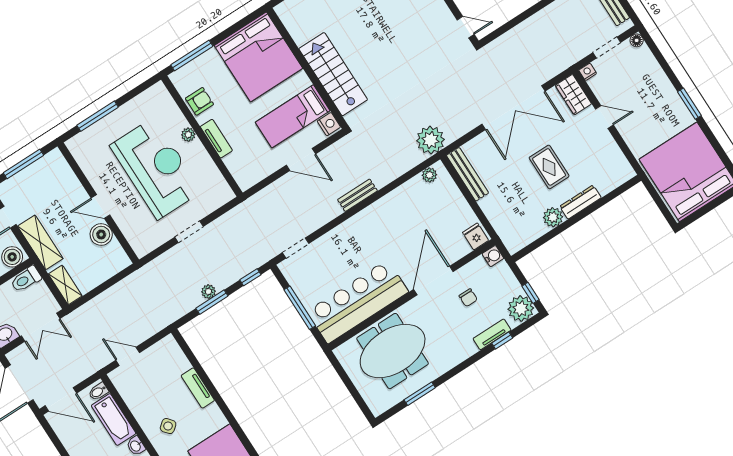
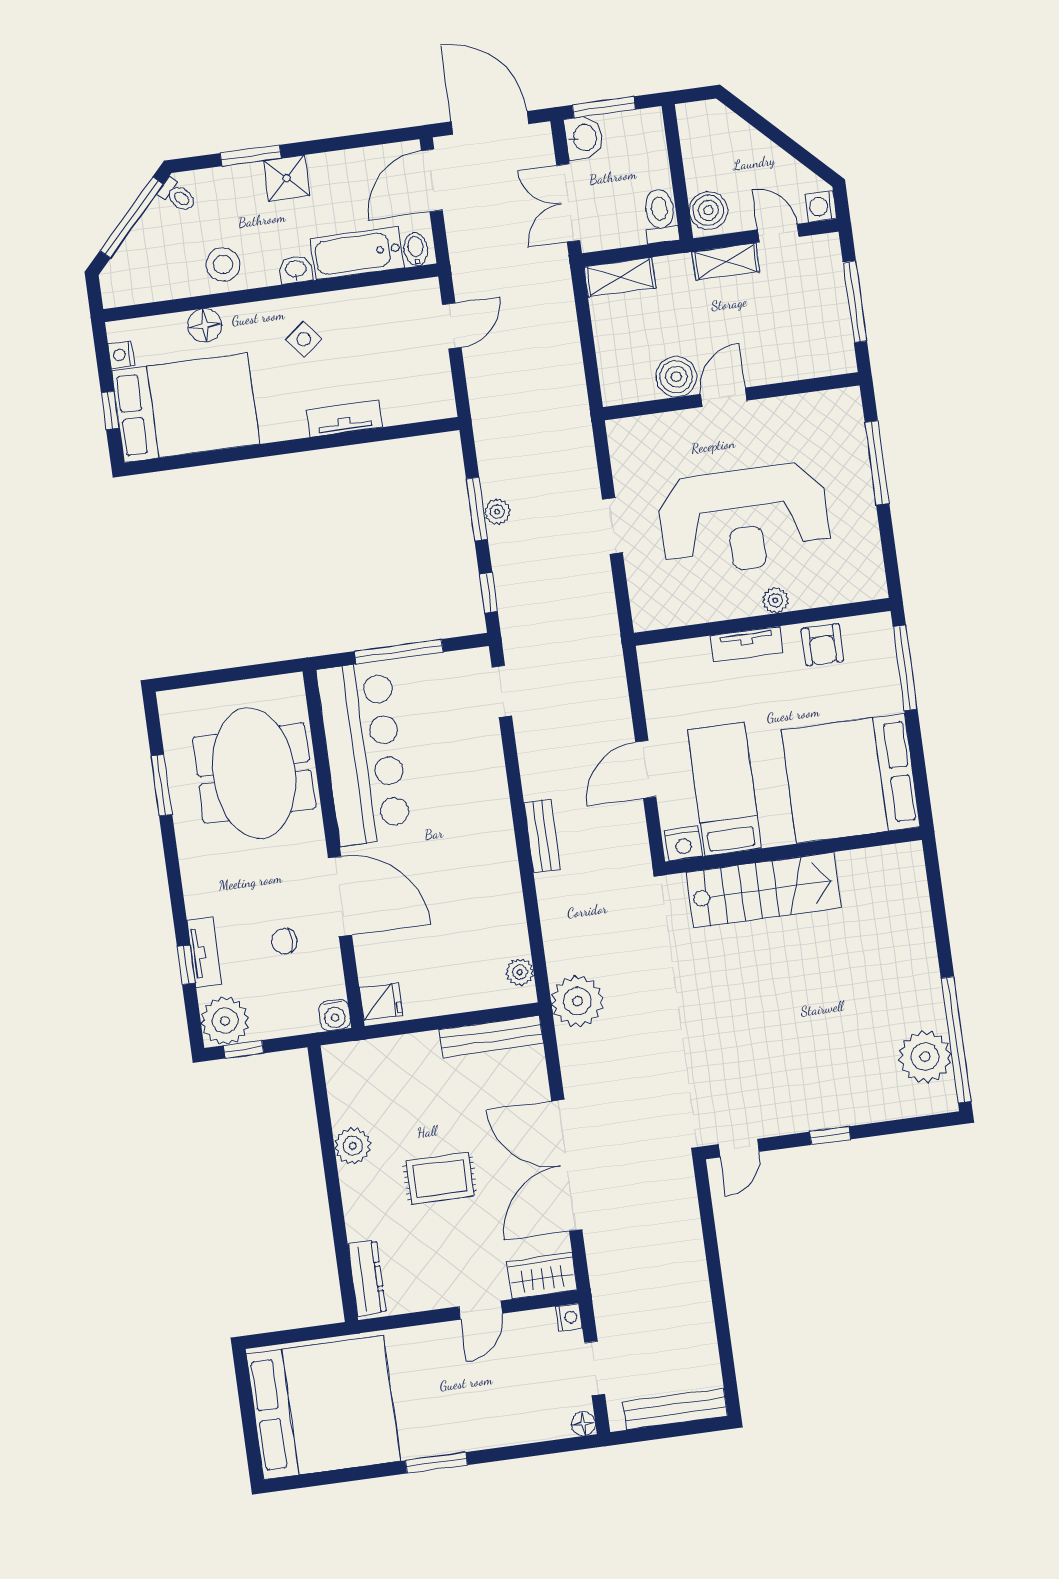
dresser: (580, 202) -> (367, 1278), moved
shelving: (40, 242) -> (726, 262), width x0.67, depth x0.75

